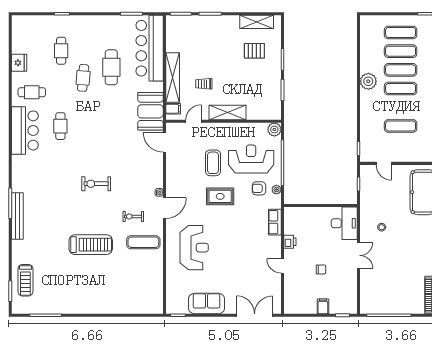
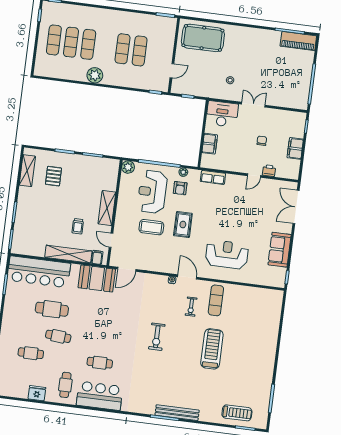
exercise mat: (401, 89) -> (122, 49), moved
filing cabinet: (311, 214) -> (210, 144), added
printer: (290, 242) -> (269, 171), moved
filing cabinet: (323, 306) -> (295, 148), width x2.00

